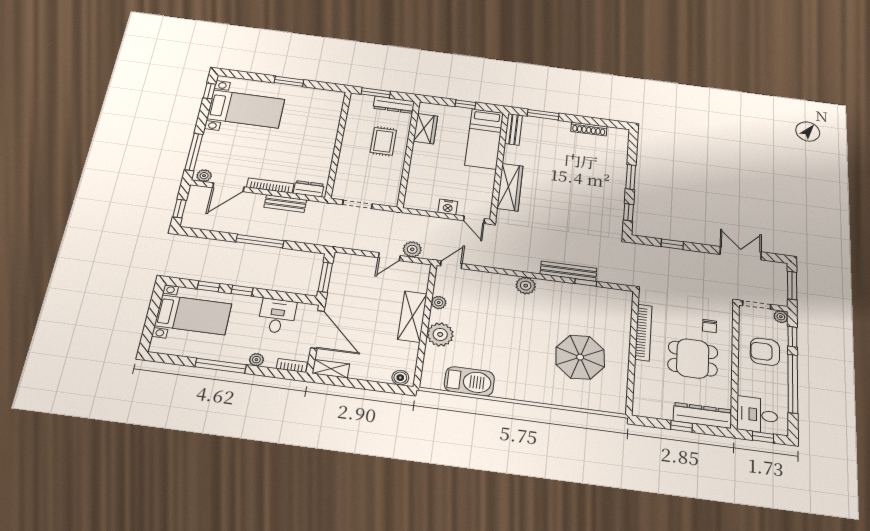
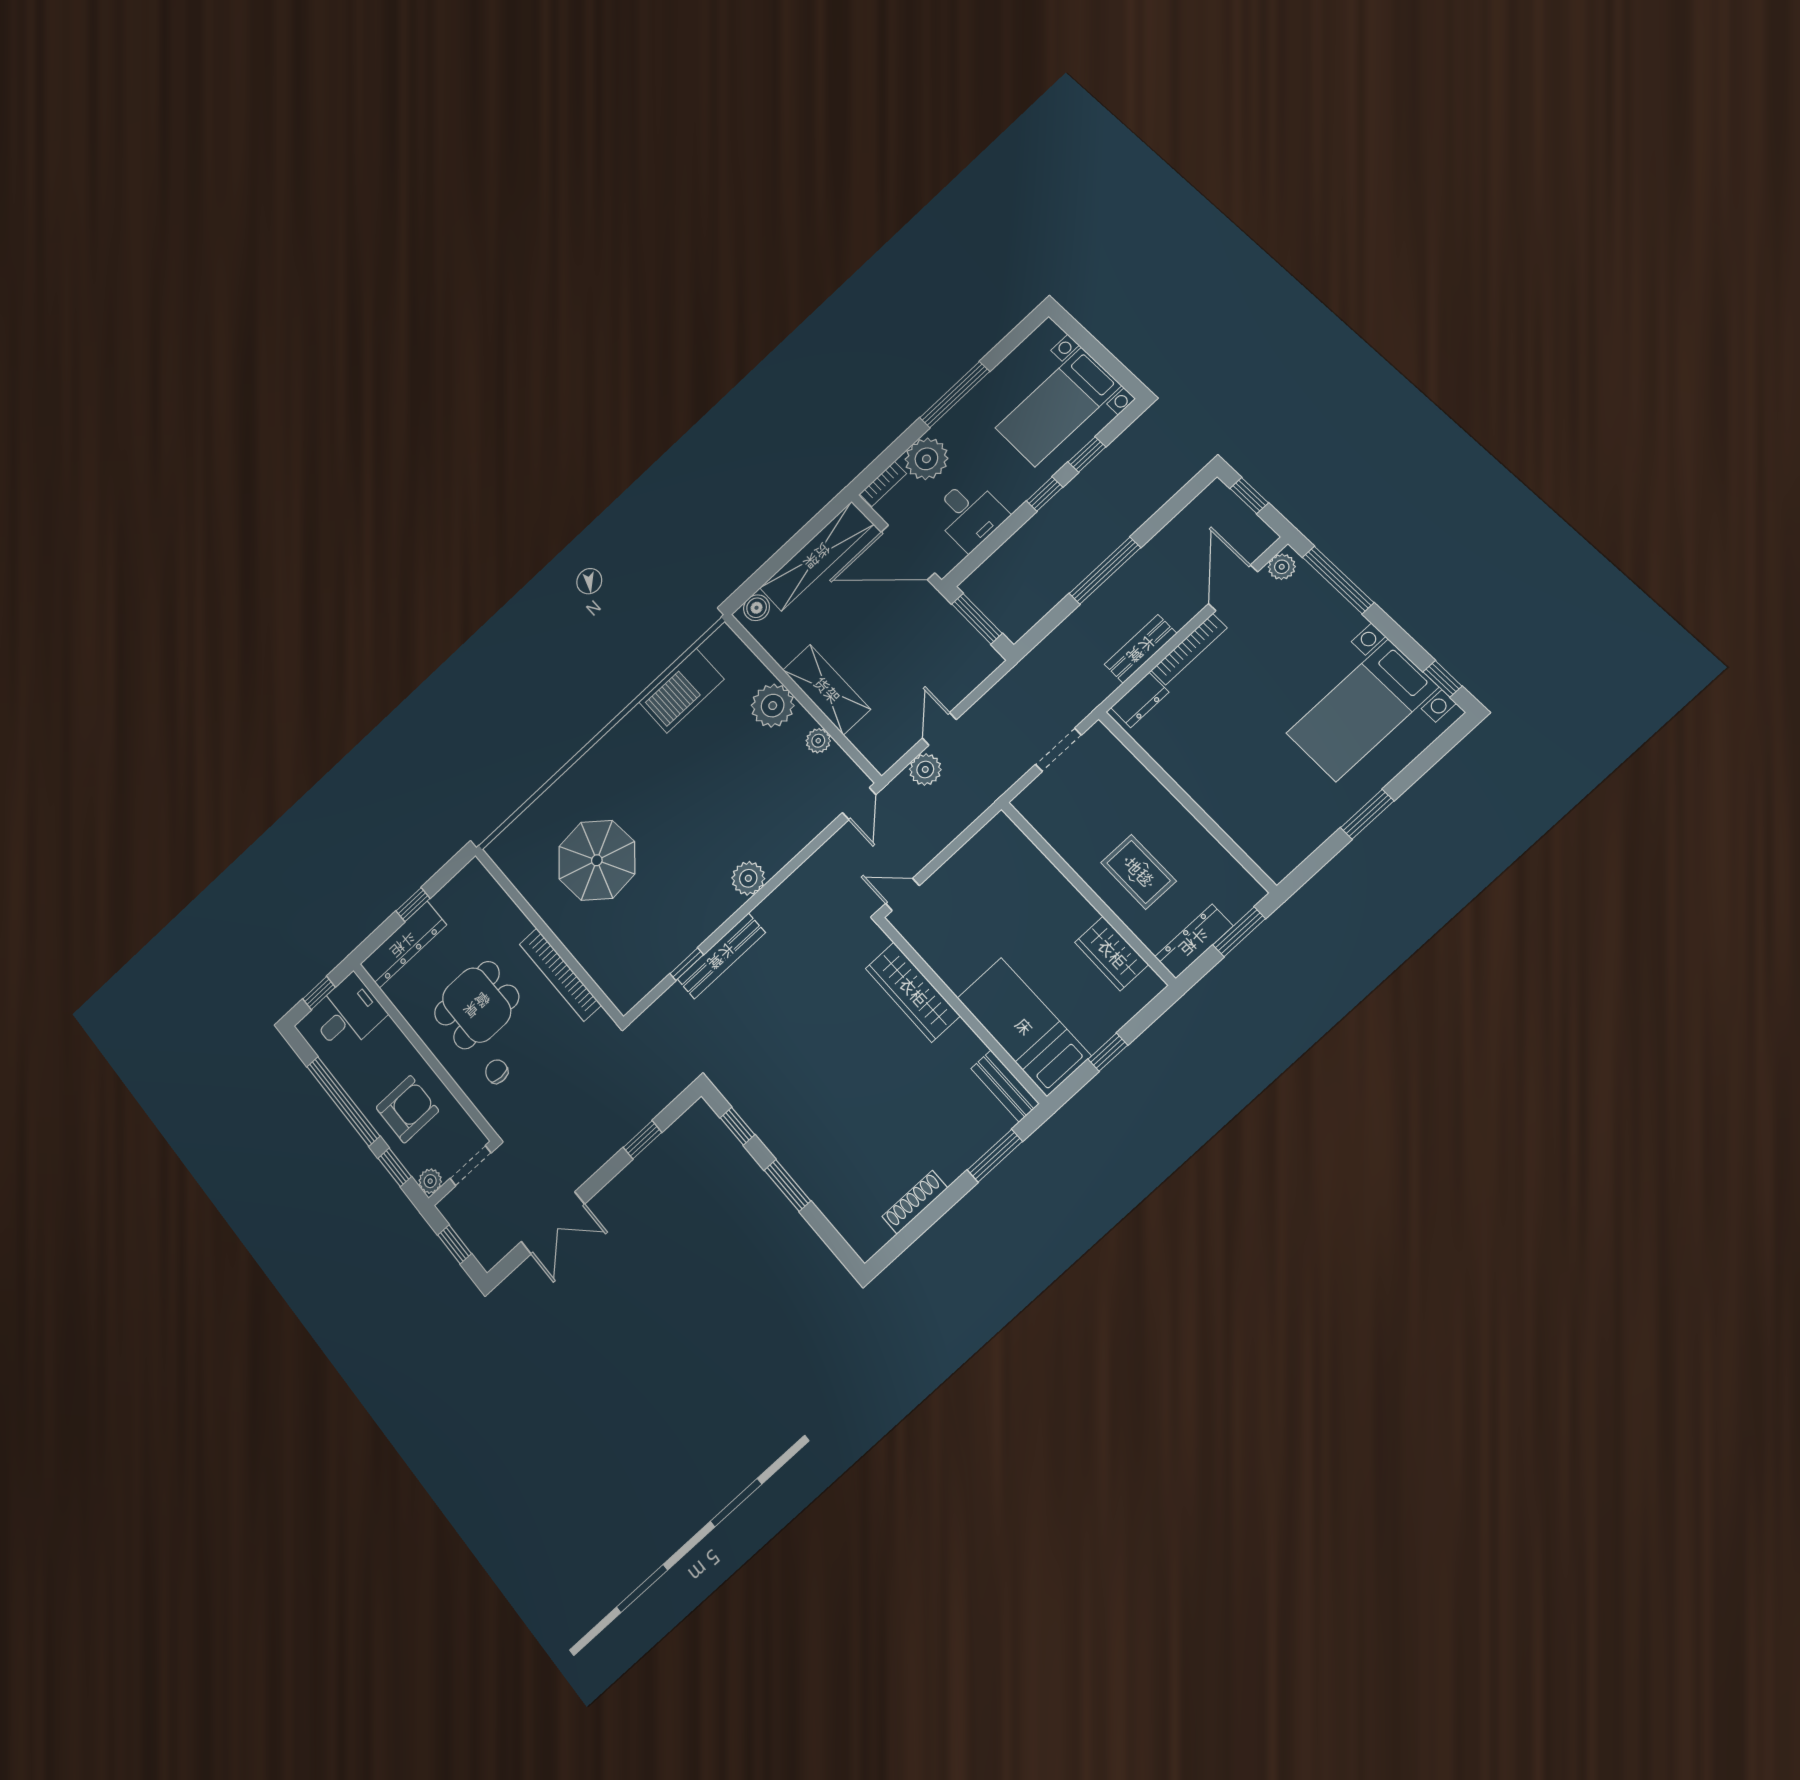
nightstand: (448, 207) -> (952, 875), removed
window: (792, 285) -> (455, 1244), width x0.67
plant: (256, 360) -> (926, 459), width x1.88, depth x1.88
shelving: (331, 369) -> (817, 556), width x2.20, depth x1.33

